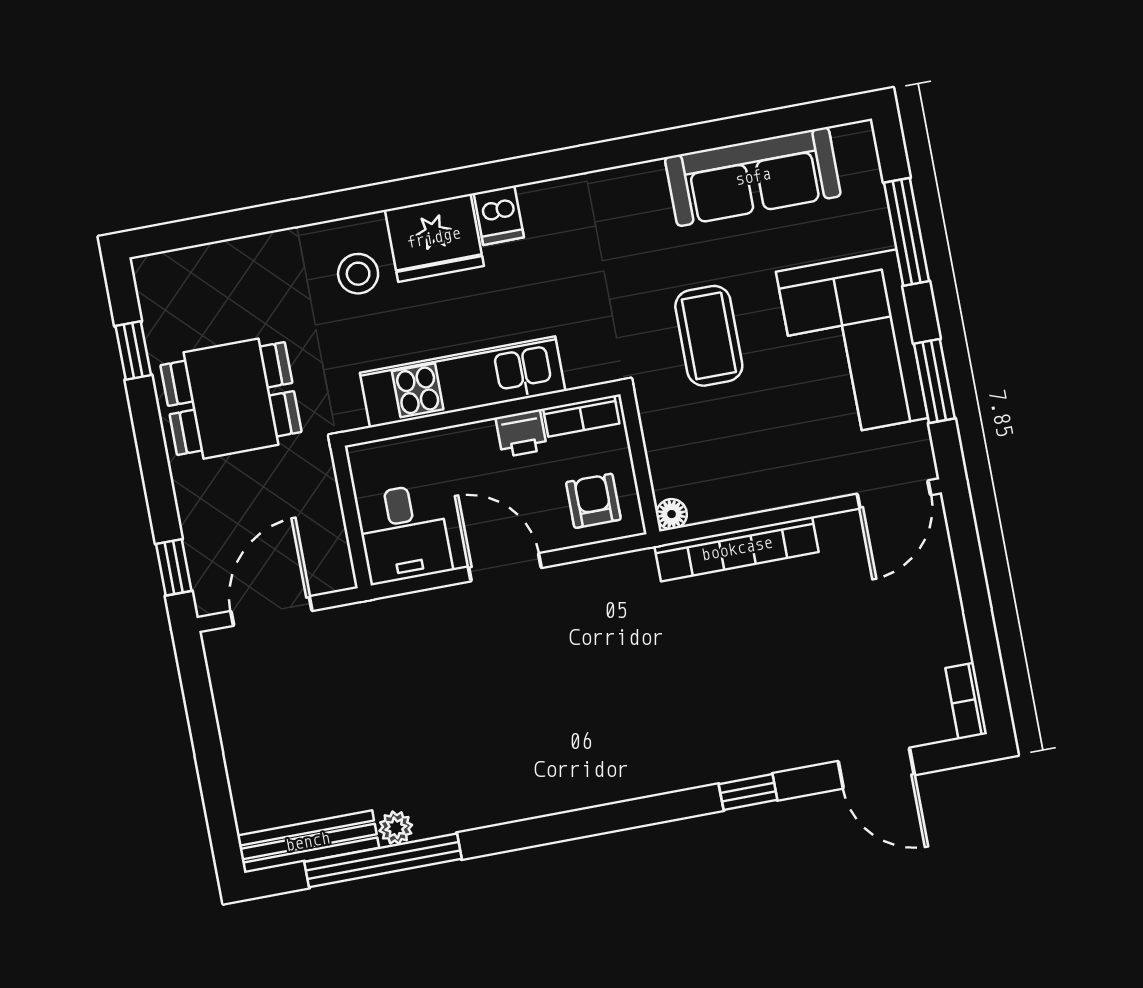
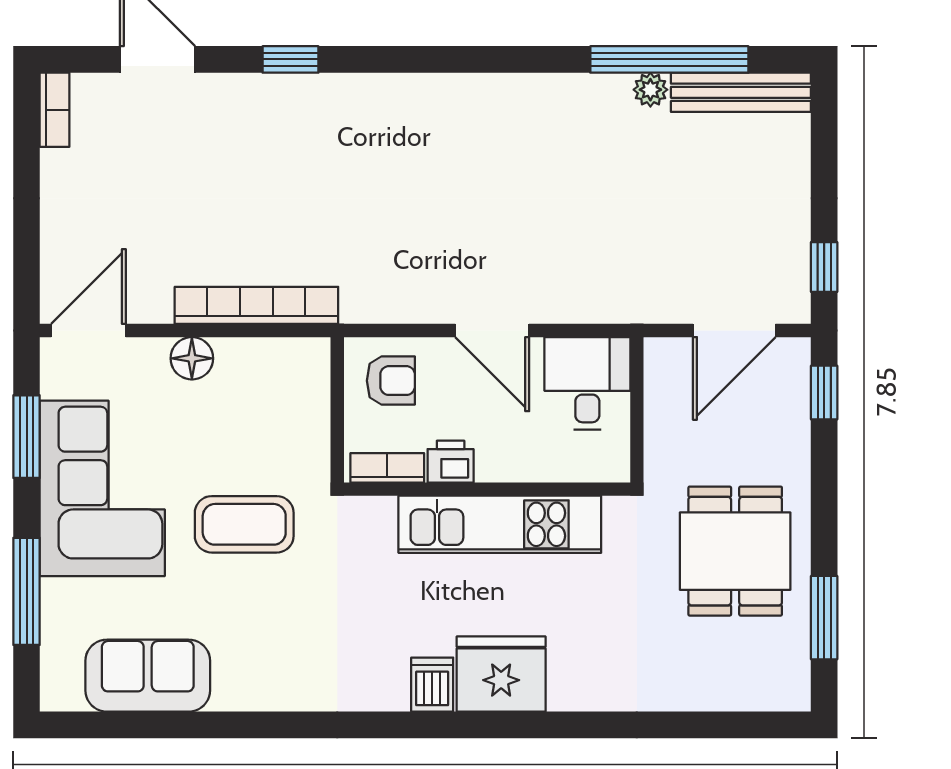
sofa: (753, 177) -> (148, 676), width x0.73
stool: (358, 274) -> (584, 652), removed
coffee table: (709, 336) -> (244, 524), turned 90
window: (133, 351) -> (824, 618), width x1.50
dining table: (231, 399) -> (735, 551), turned 90
armchair: (593, 501) -> (391, 381), turned -90
floor lamp: (672, 514) -> (192, 358), moved, width x1.37, depth x1.37
window: (196, 688) -> (824, 267), added

